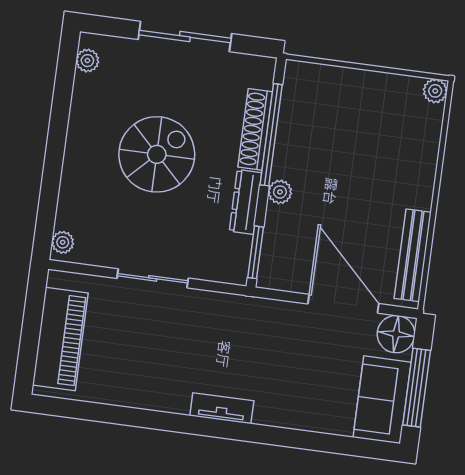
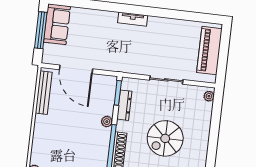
dresser: (246, 202) -> (124, 105), moved
floor lamp: (396, 334) -> (51, 55), removed

